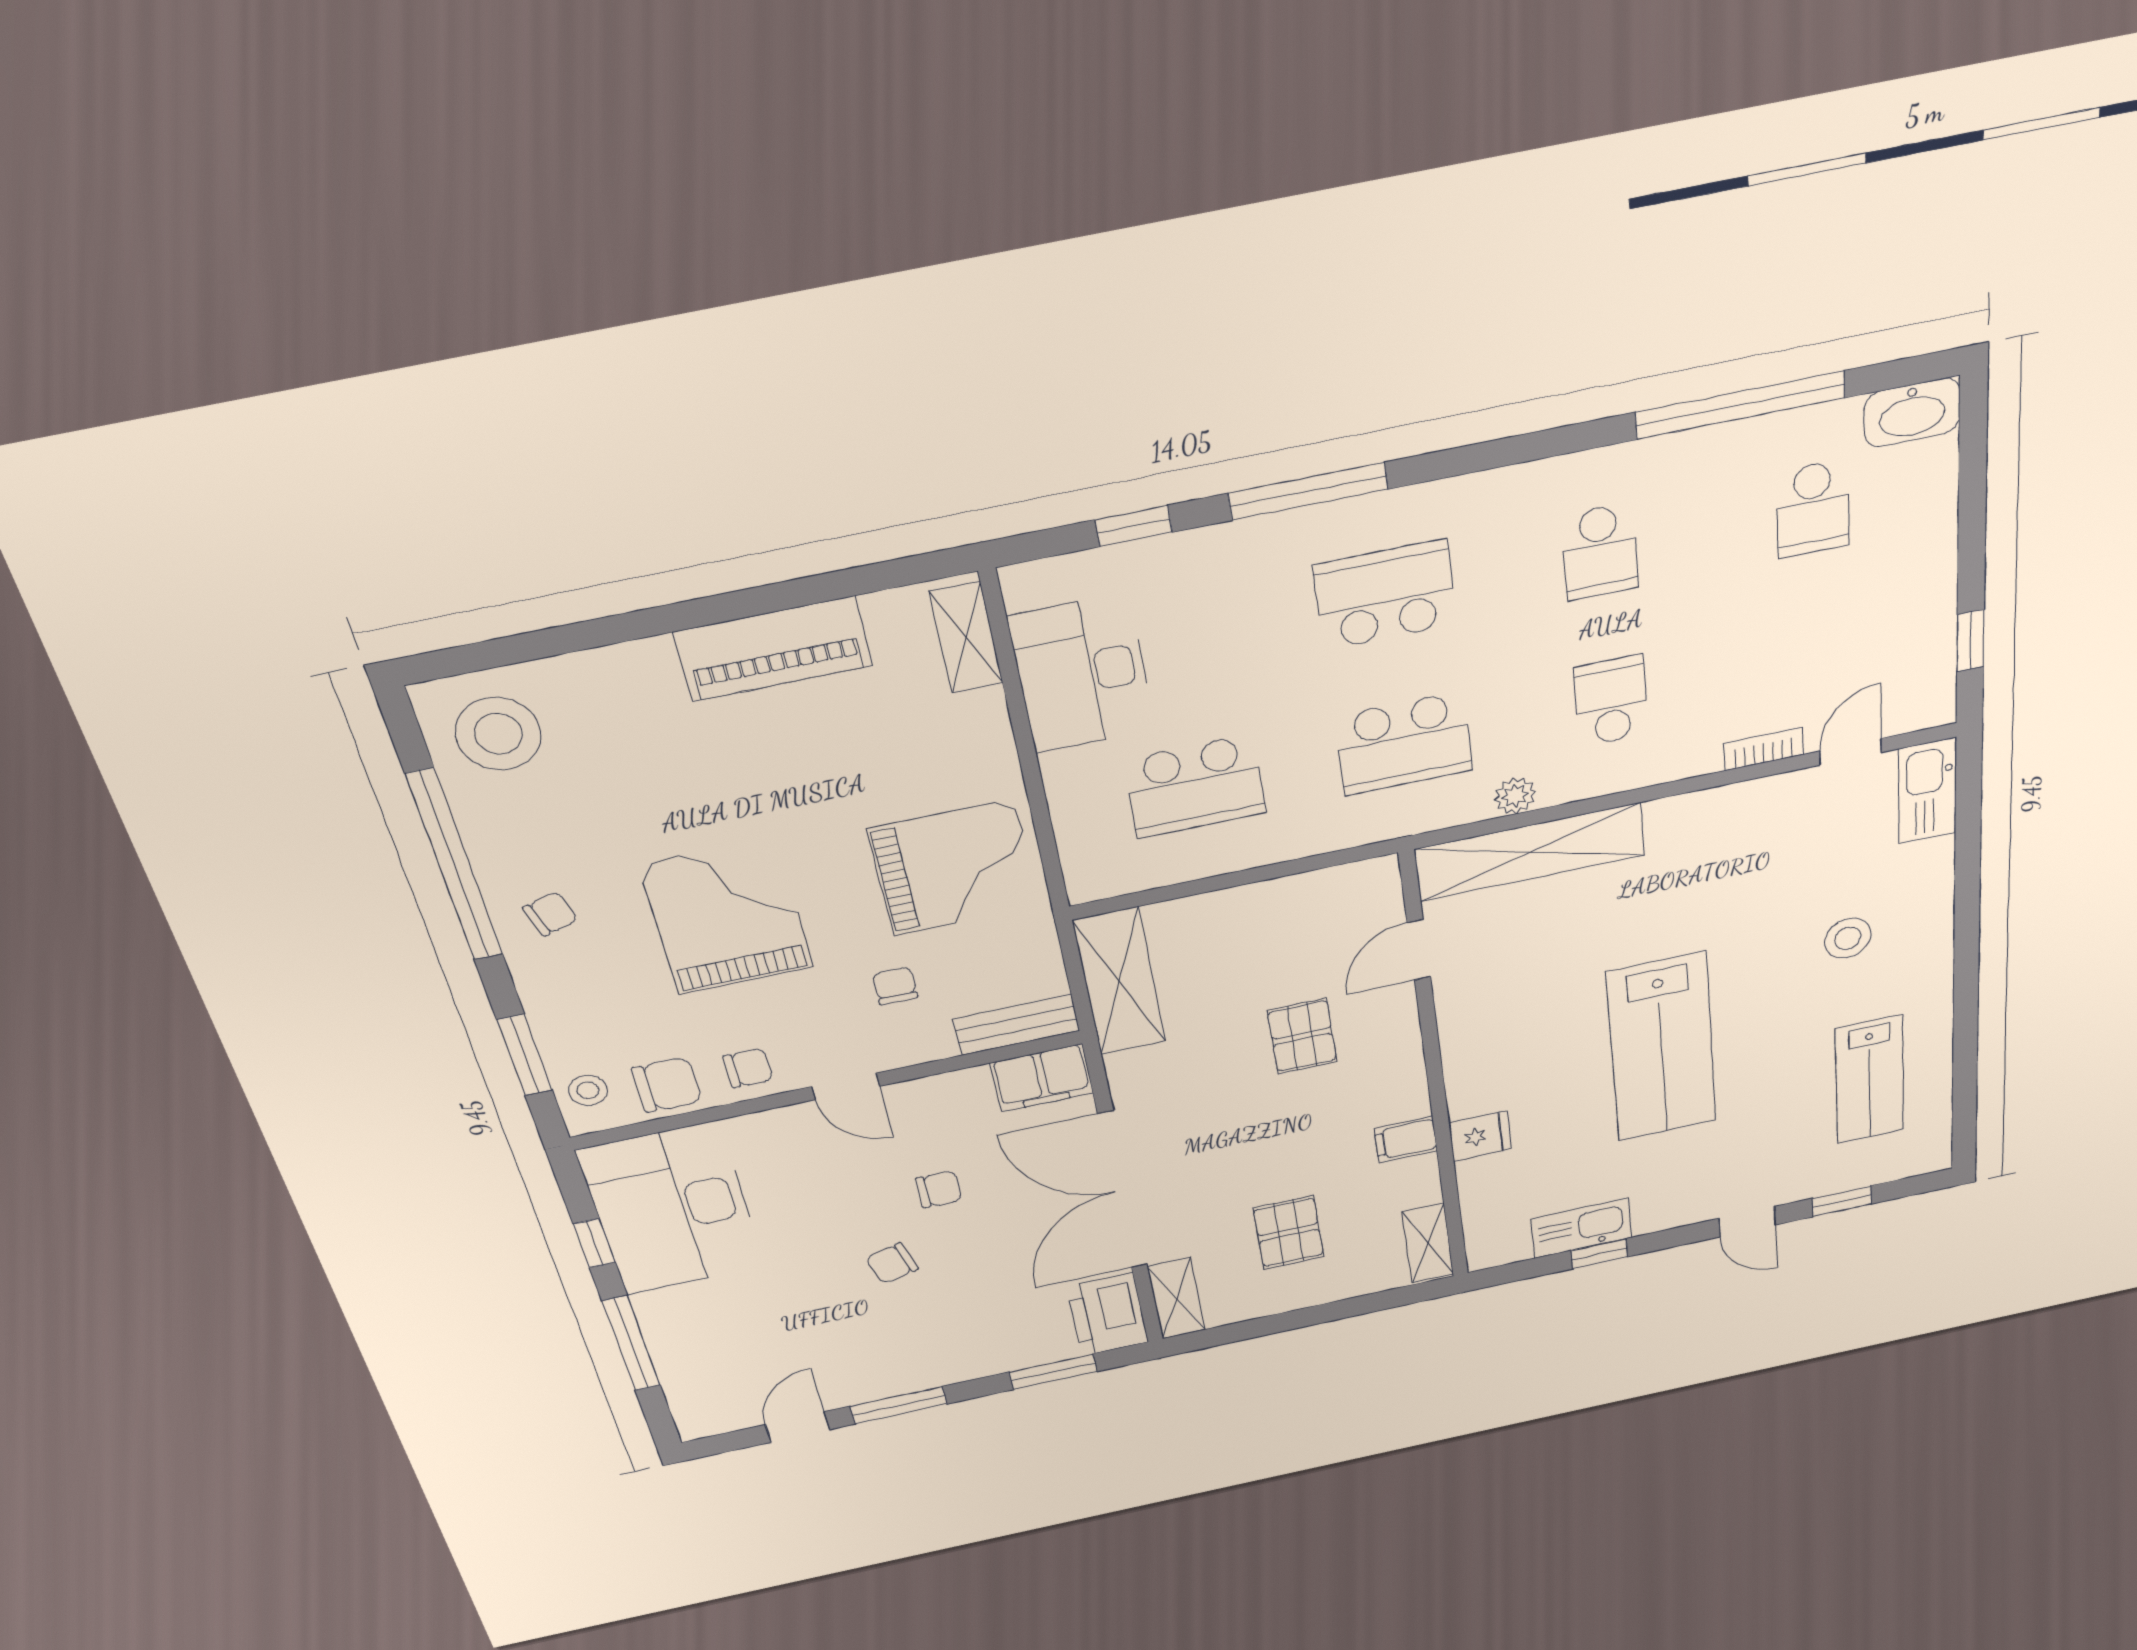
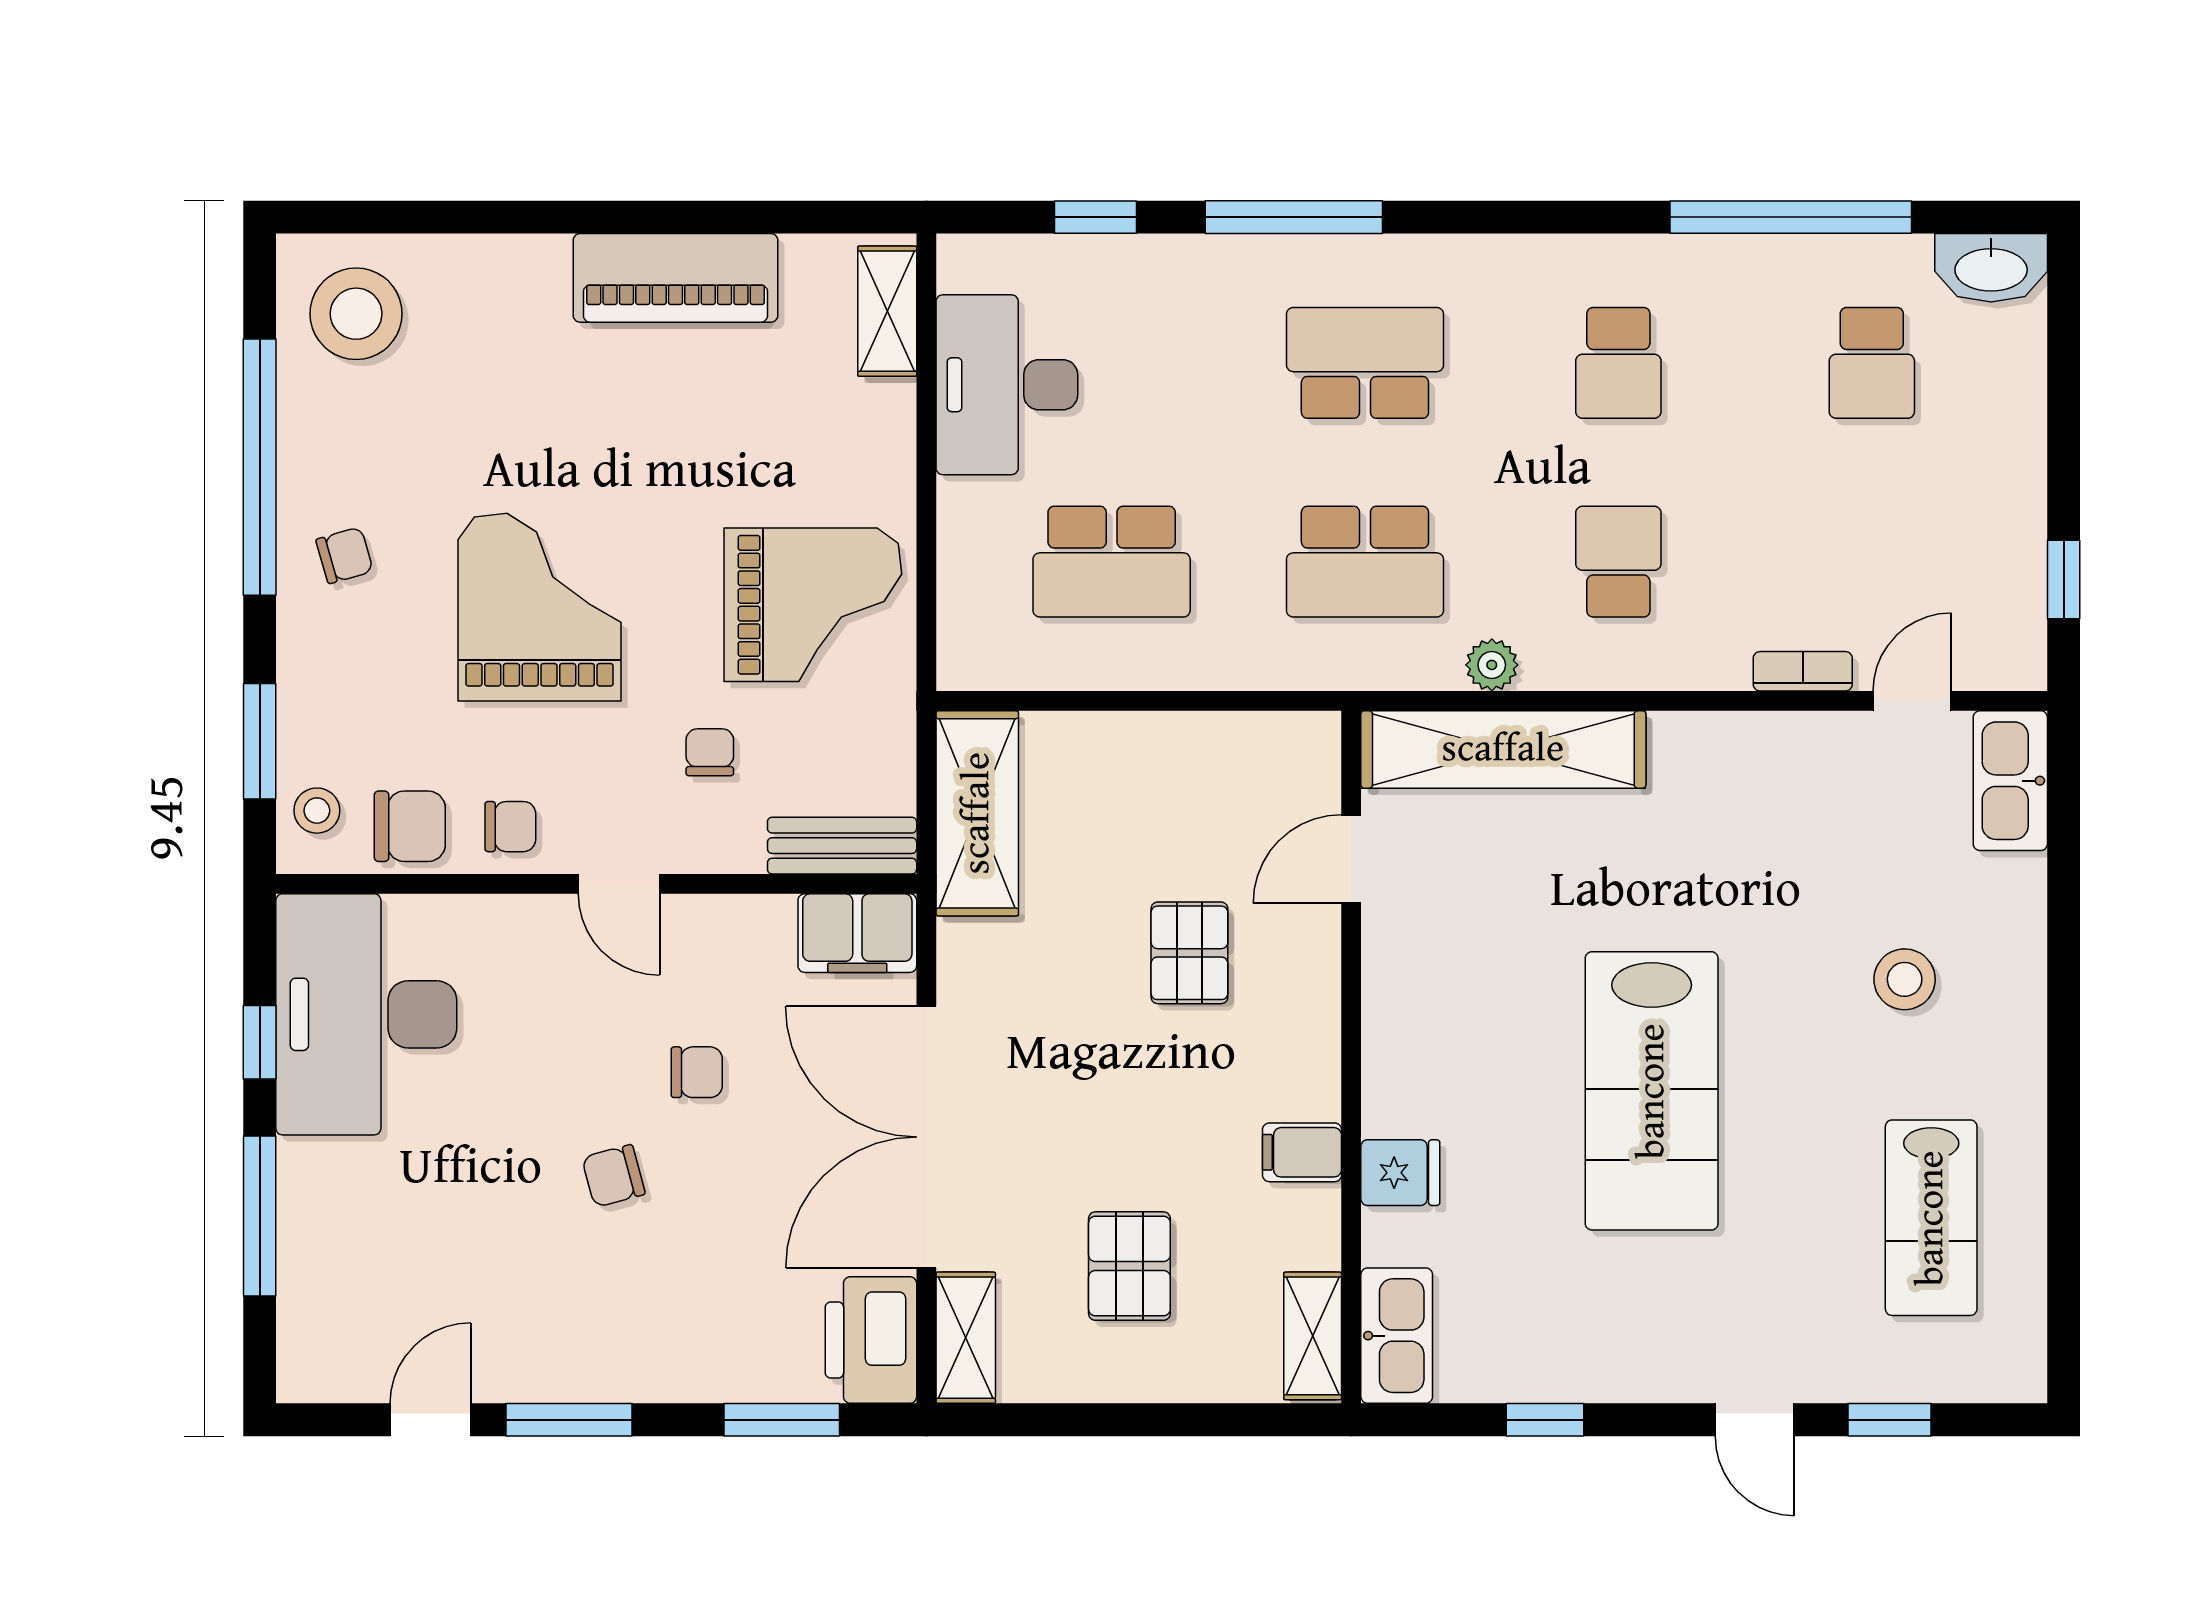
kitchen sink: (1581, 1228) -> (1397, 1336), moved, turned 90

